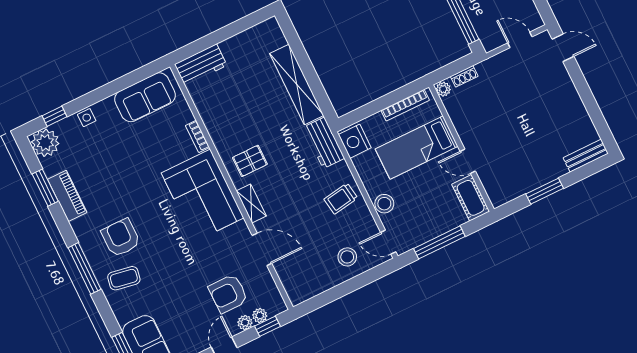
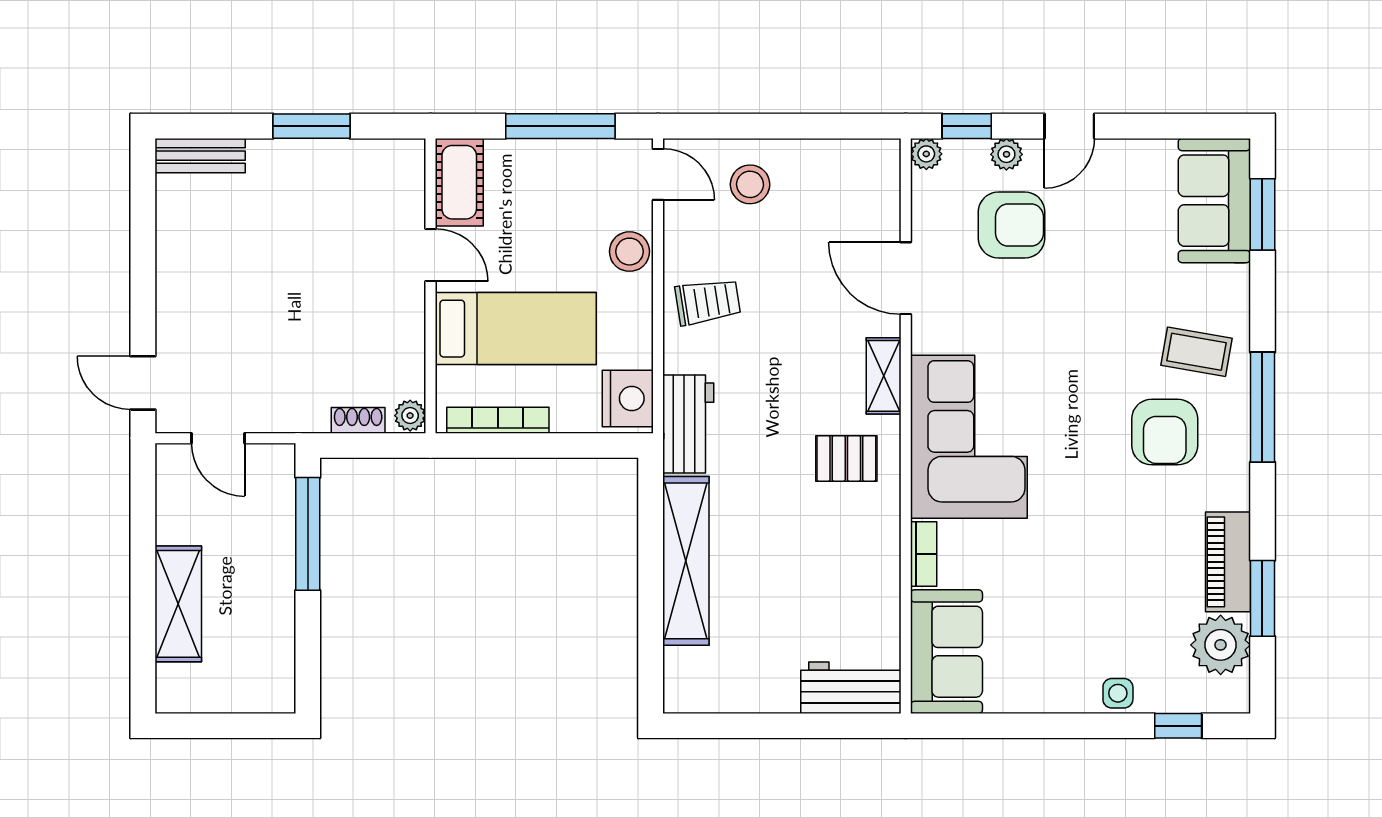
sofa: (145, 97) -> (946, 652), moved, turned 90
plant: (45, 143) -> (1221, 645), moved
plant: (260, 316) -> (926, 154), moved

